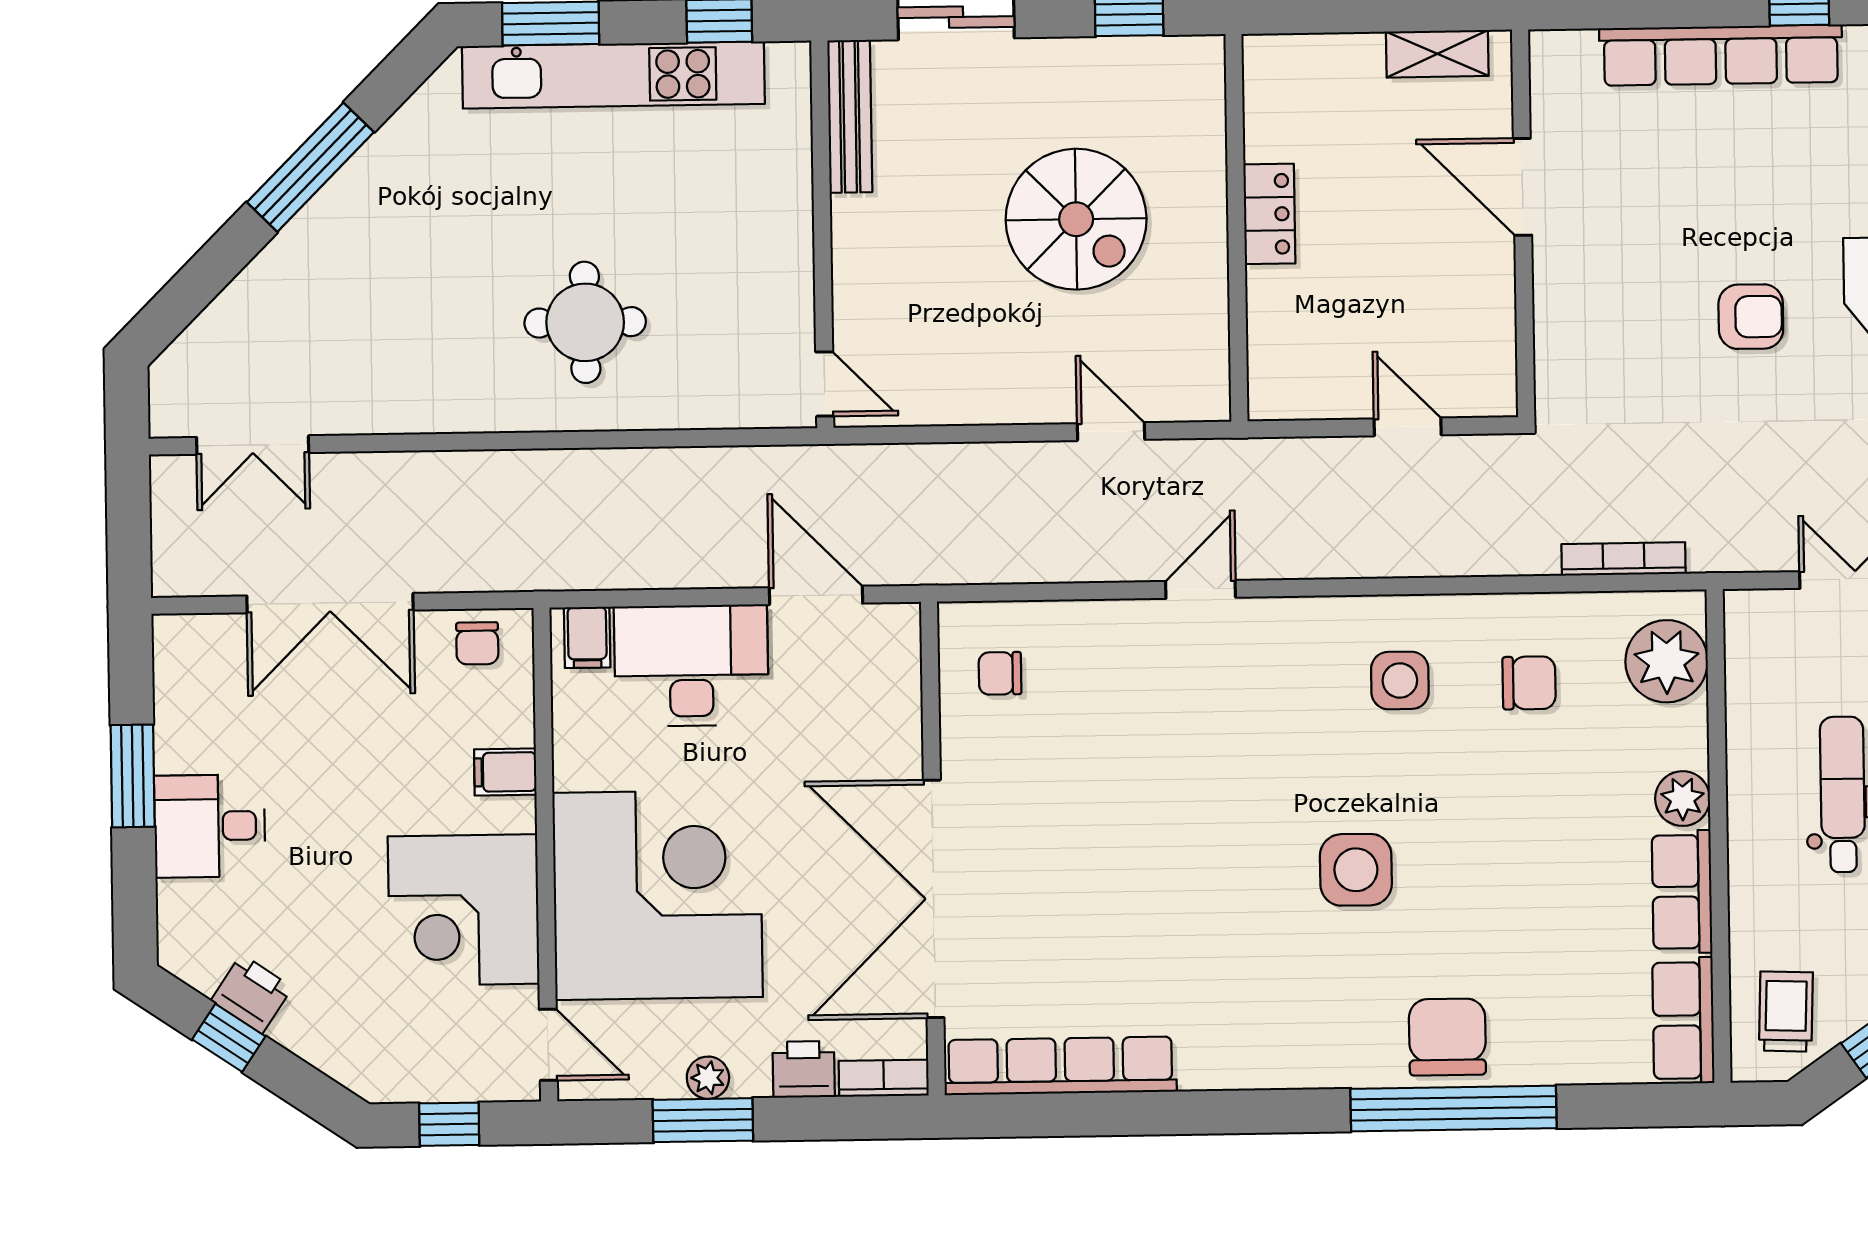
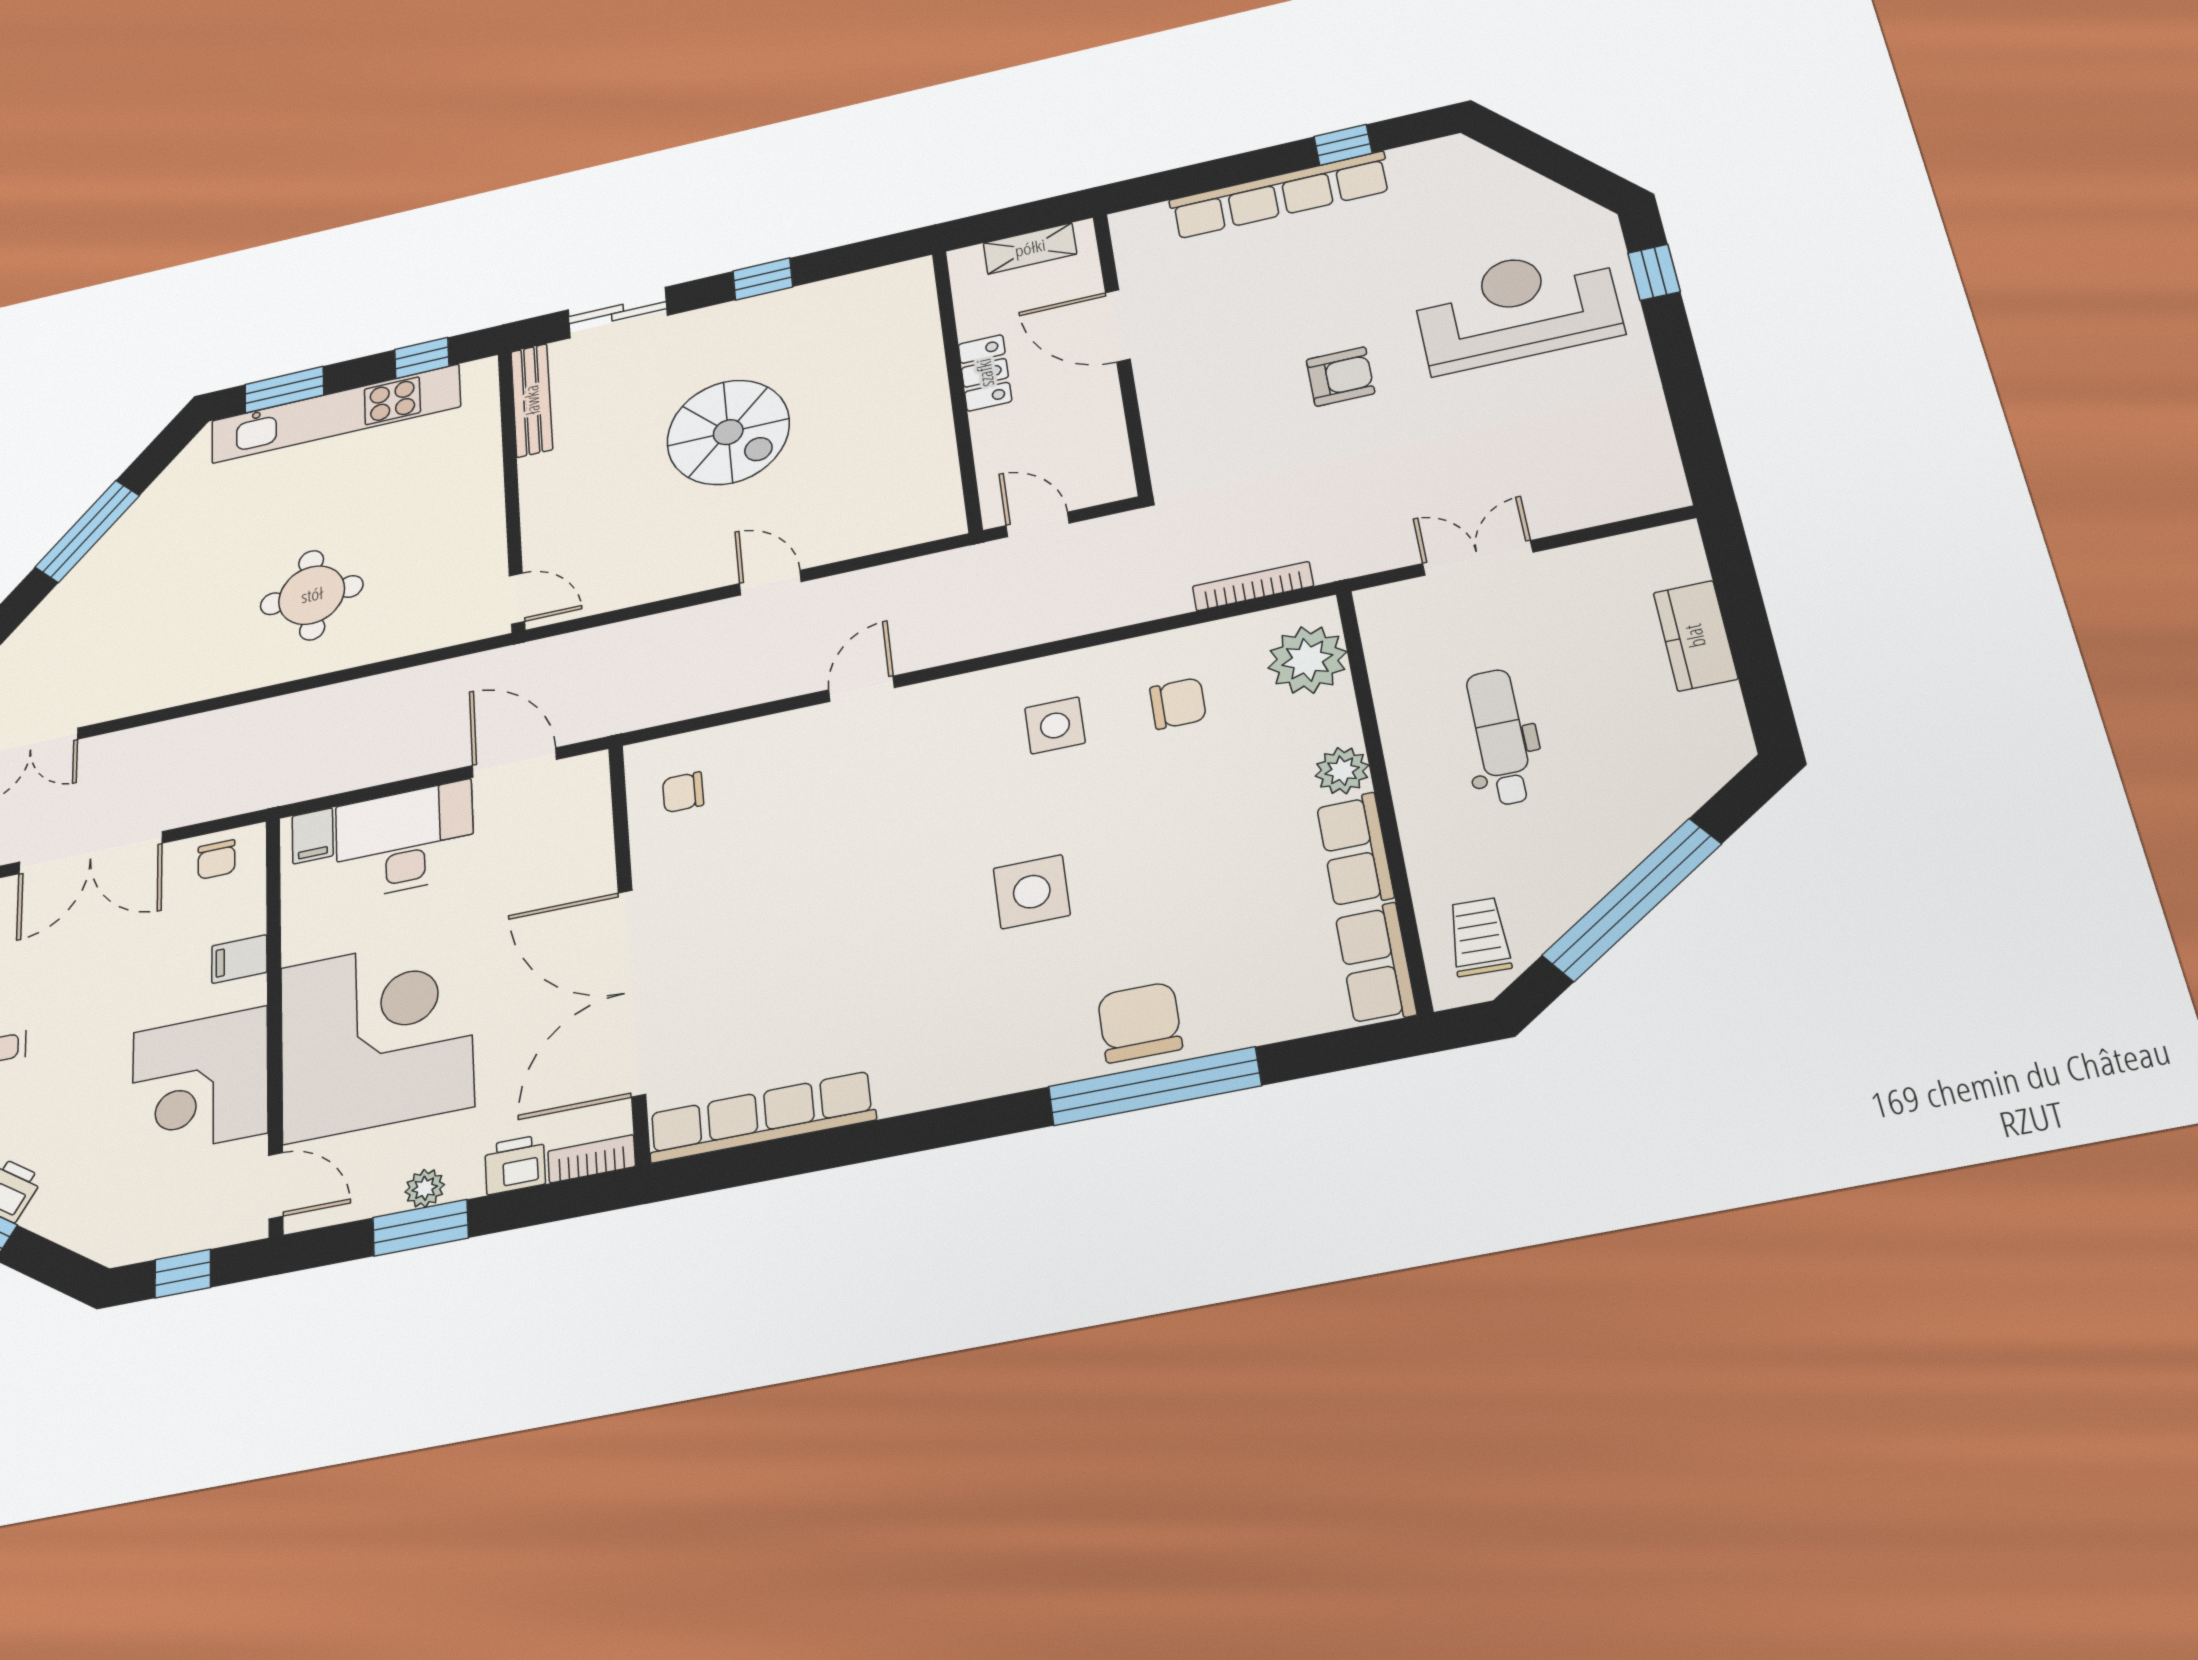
locker: (1269, 214) -> (985, 373), moved
wall: (1236, 228) -> (957, 389), moved

